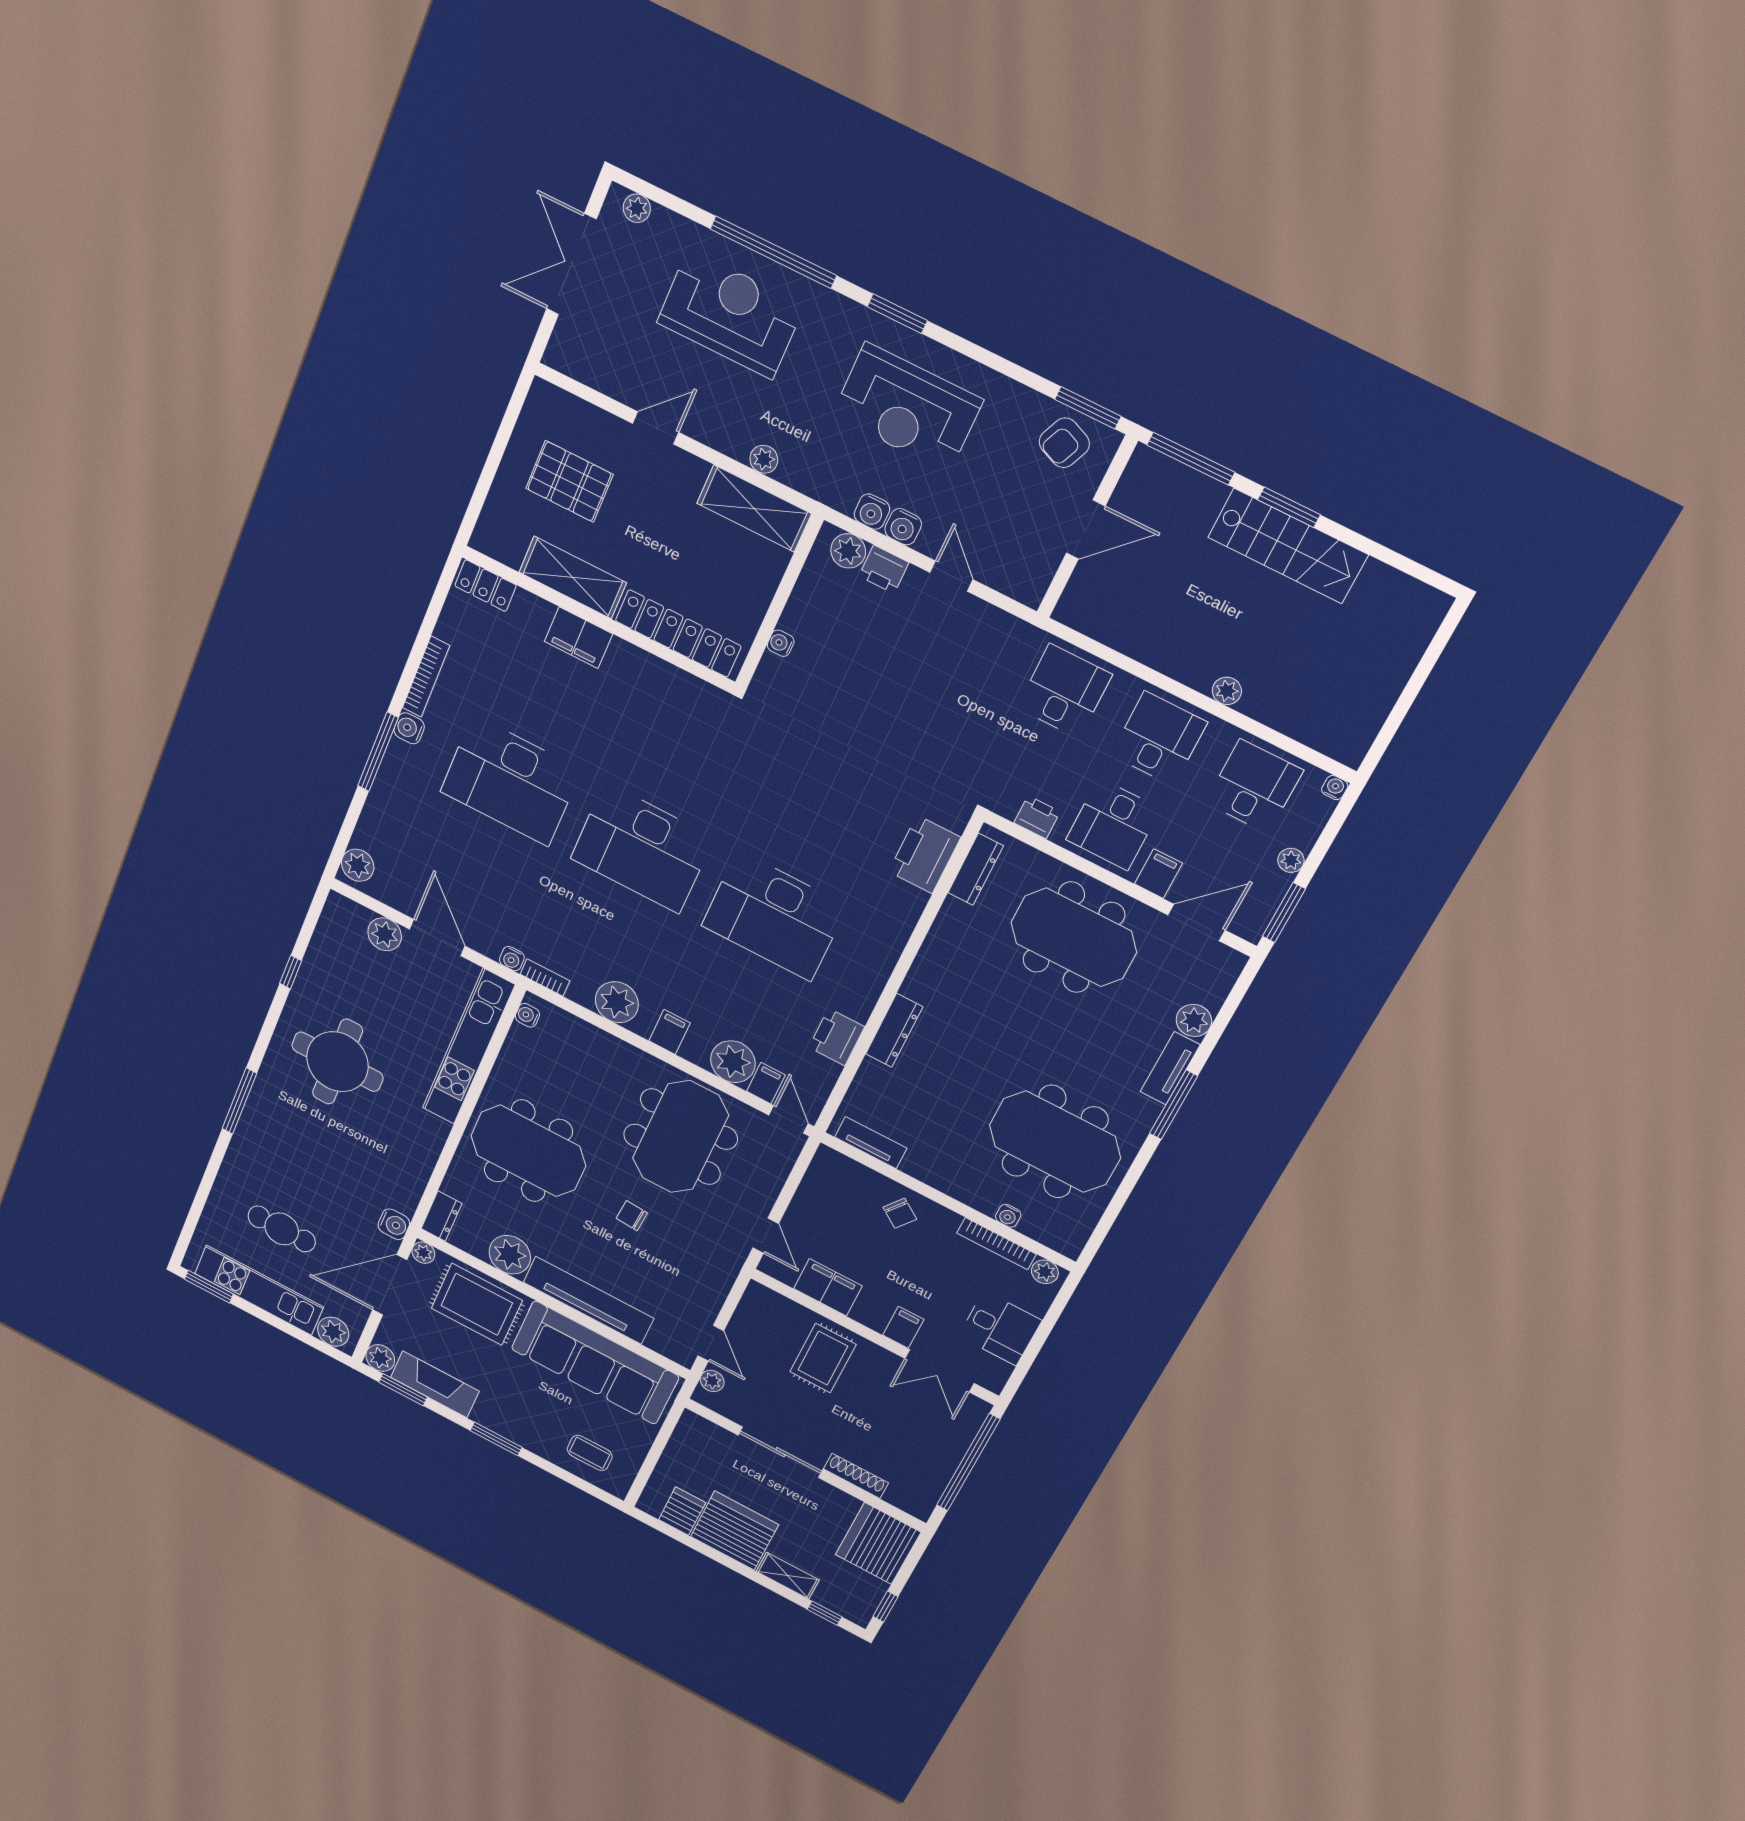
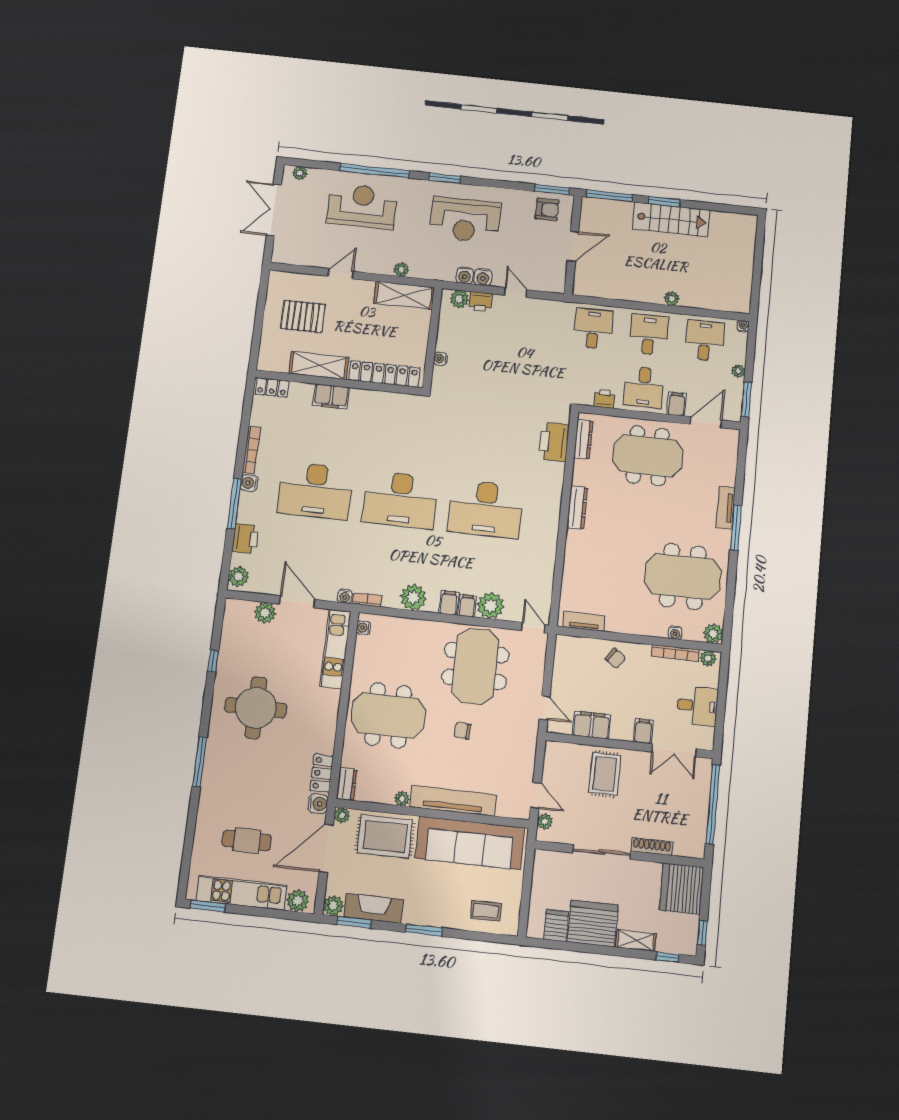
armchair: (1064, 443) -> (547, 209), turned -113
plant: (1194, 1020) -> (713, 634), moved
dresser: (894, 1030) -> (577, 508), moved
printer: (837, 1037) -> (245, 539), moved, turned 180
kitchen unit: (468, 1047) -> (335, 649), width x0.73
filing cabinet: (766, 1083) -> (467, 606), moved
locker: (410, 1187) -> (322, 773), added
plant: (510, 1255) -> (402, 799), width x0.53, depth x0.53

